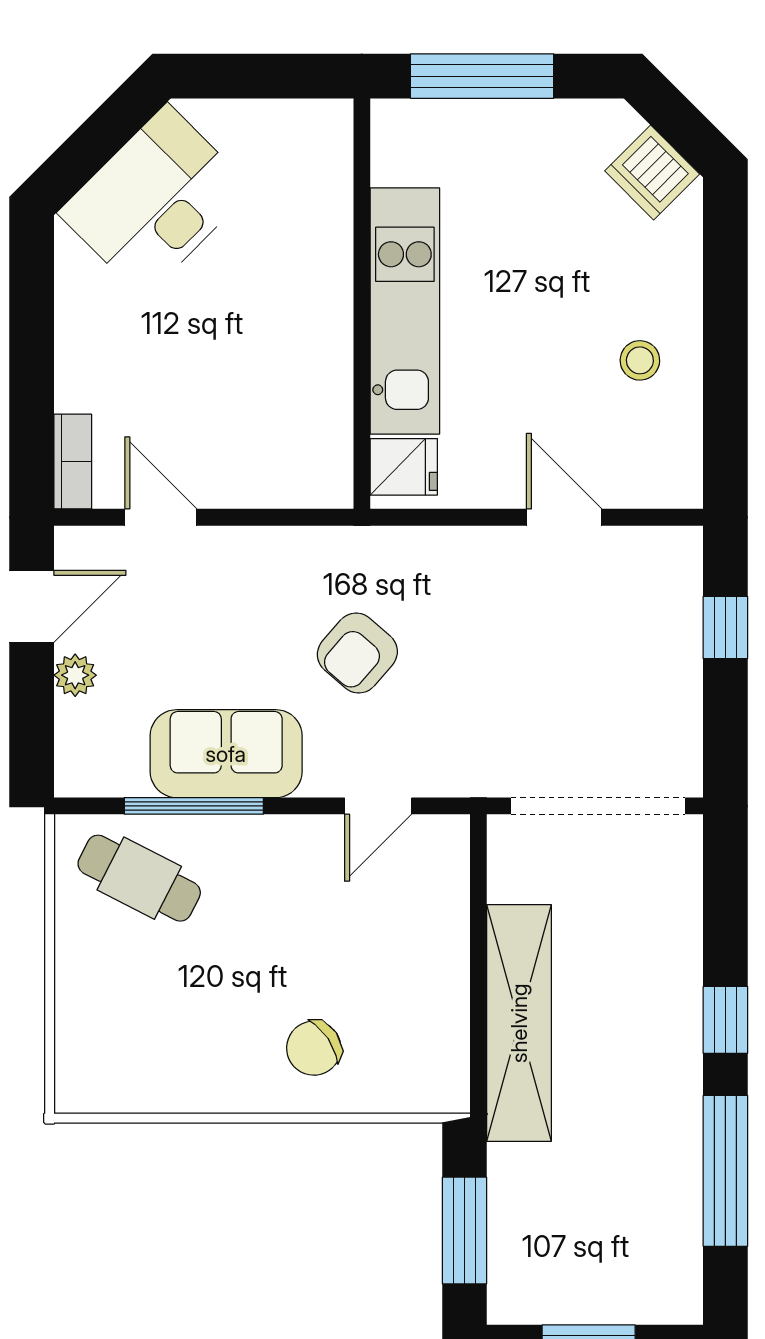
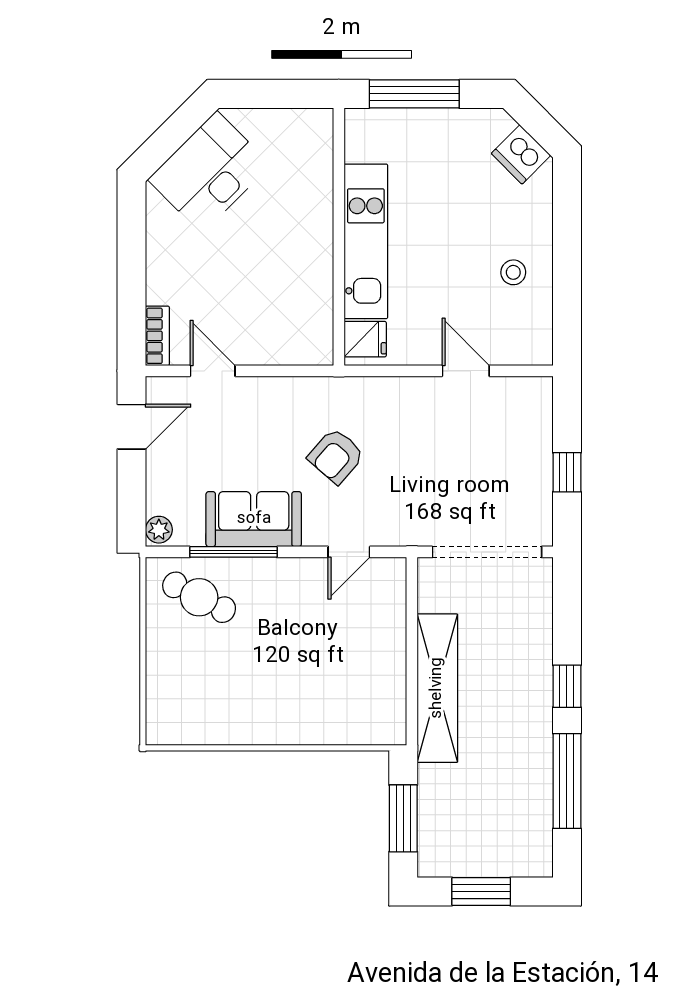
window: (725, 627) -> (567, 472), moved
plant: (75, 675) -> (159, 530), moved
chair: (314, 1048) -> (309, 704), removed

